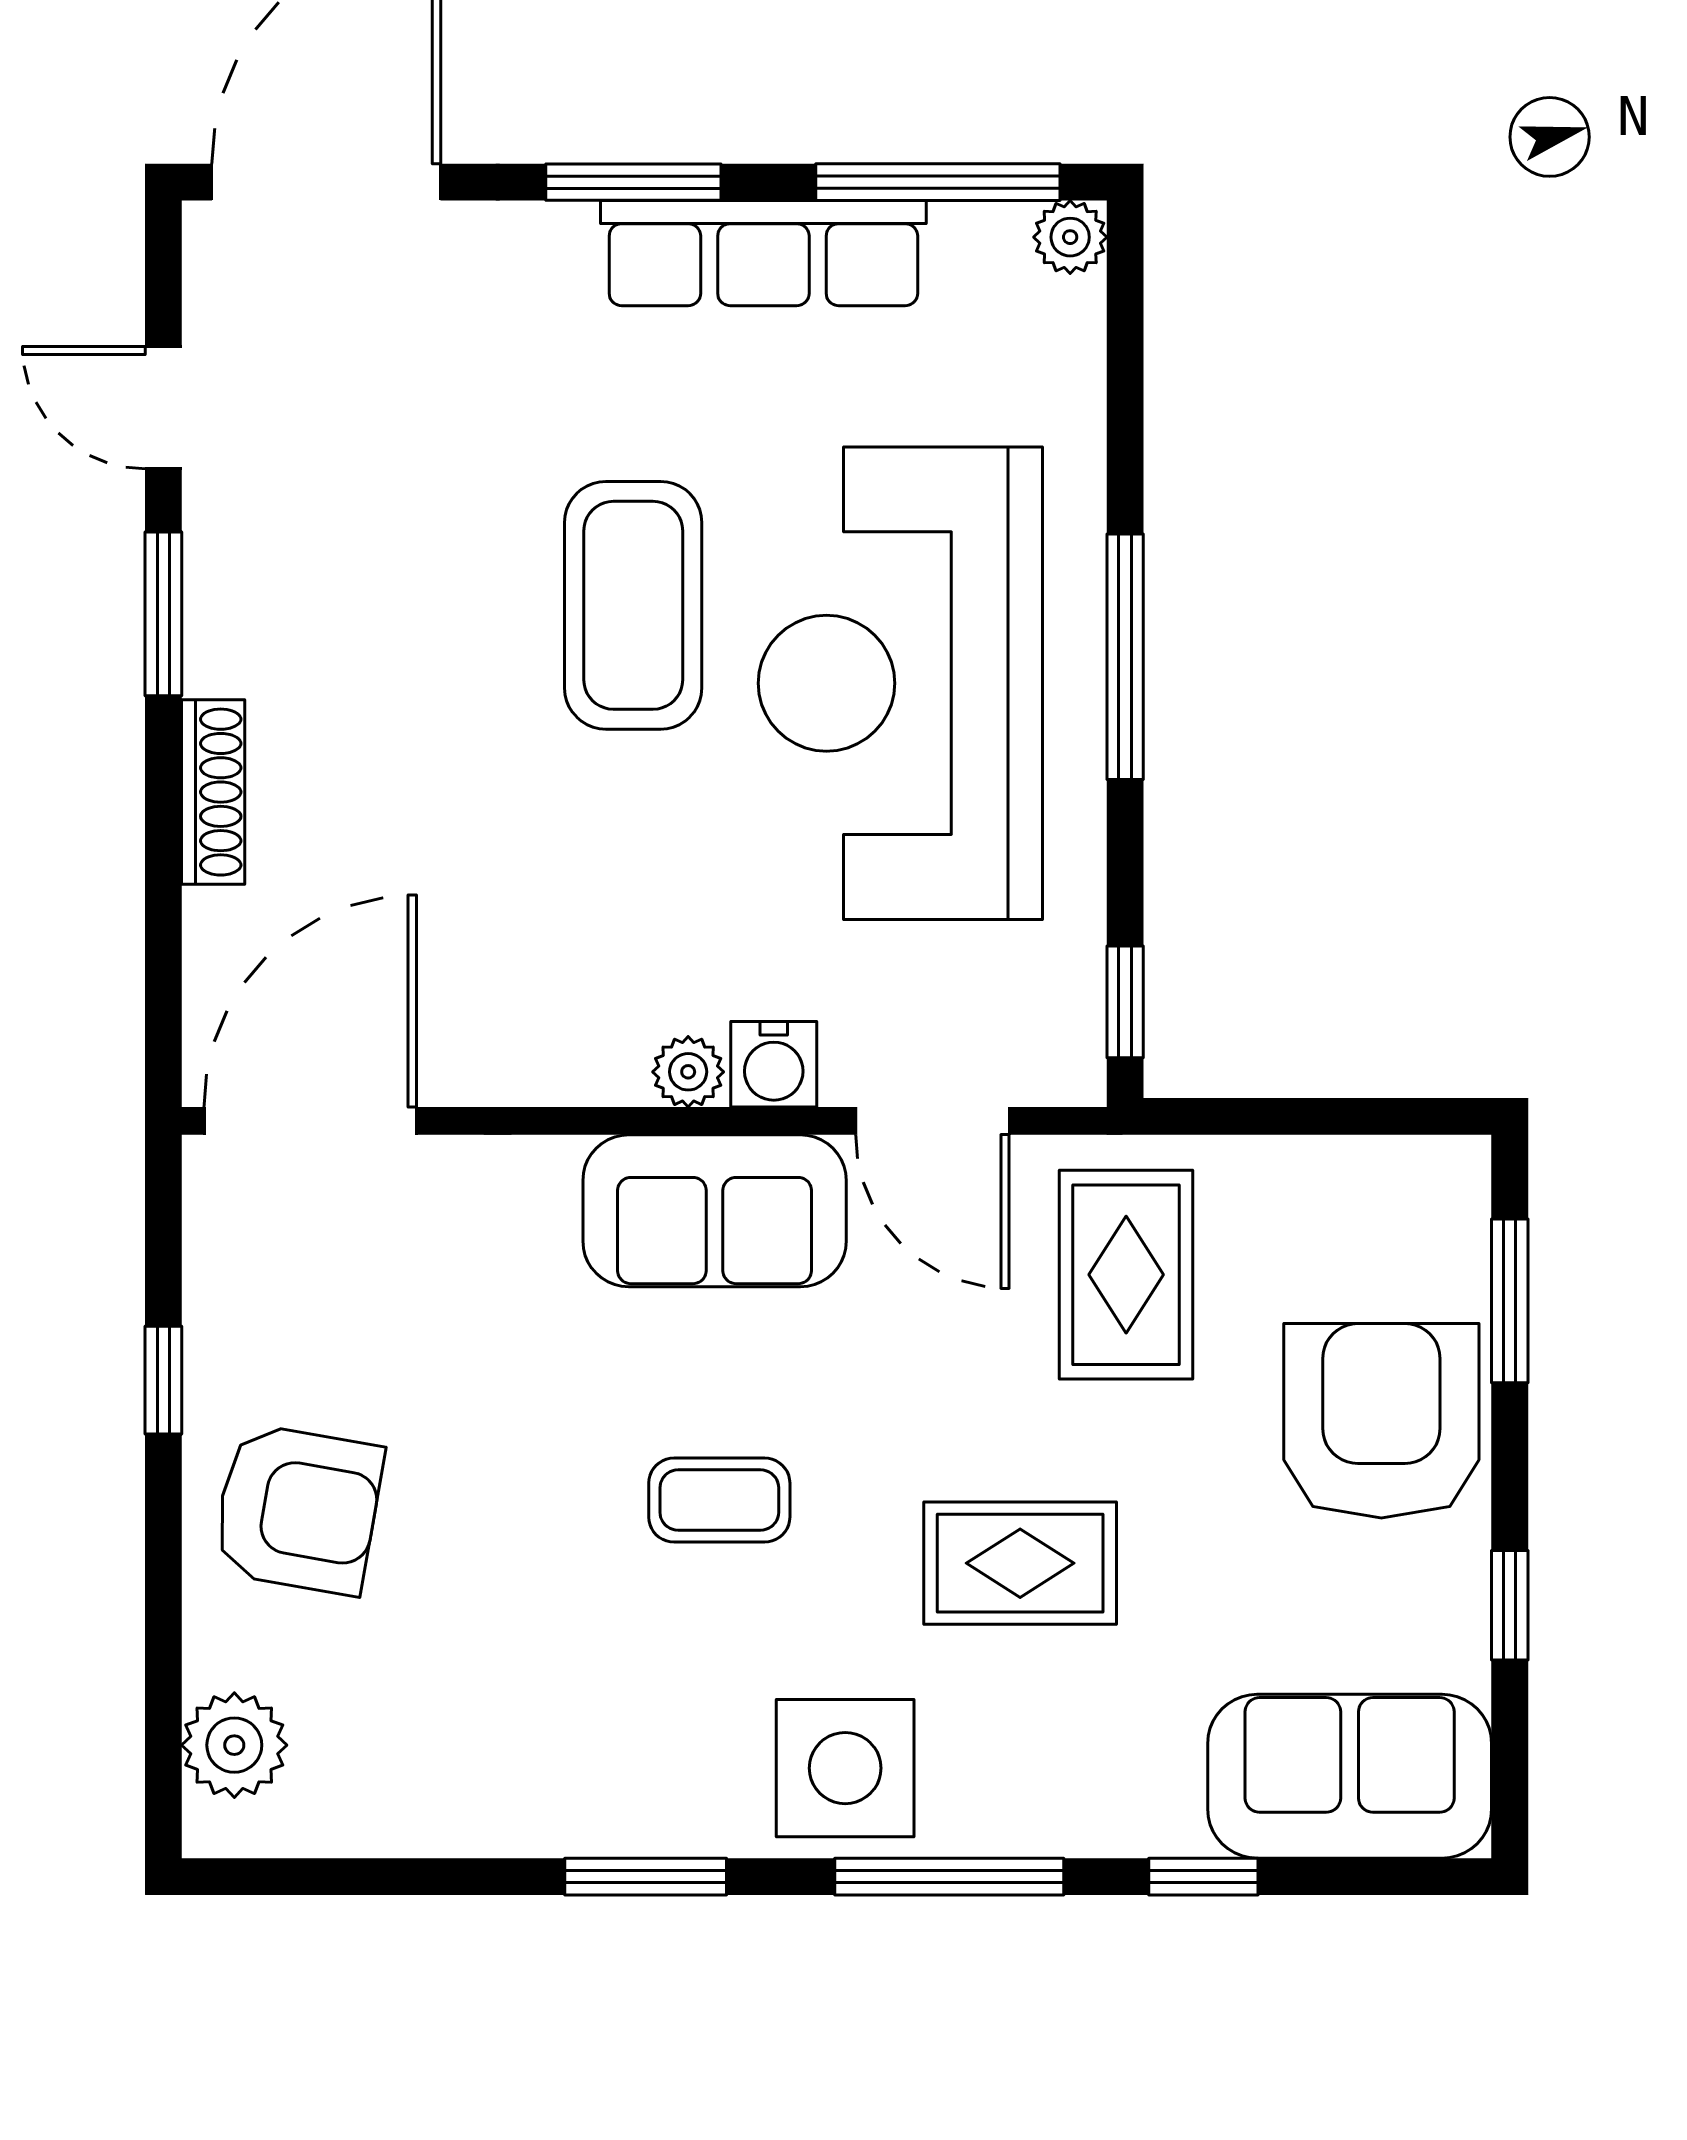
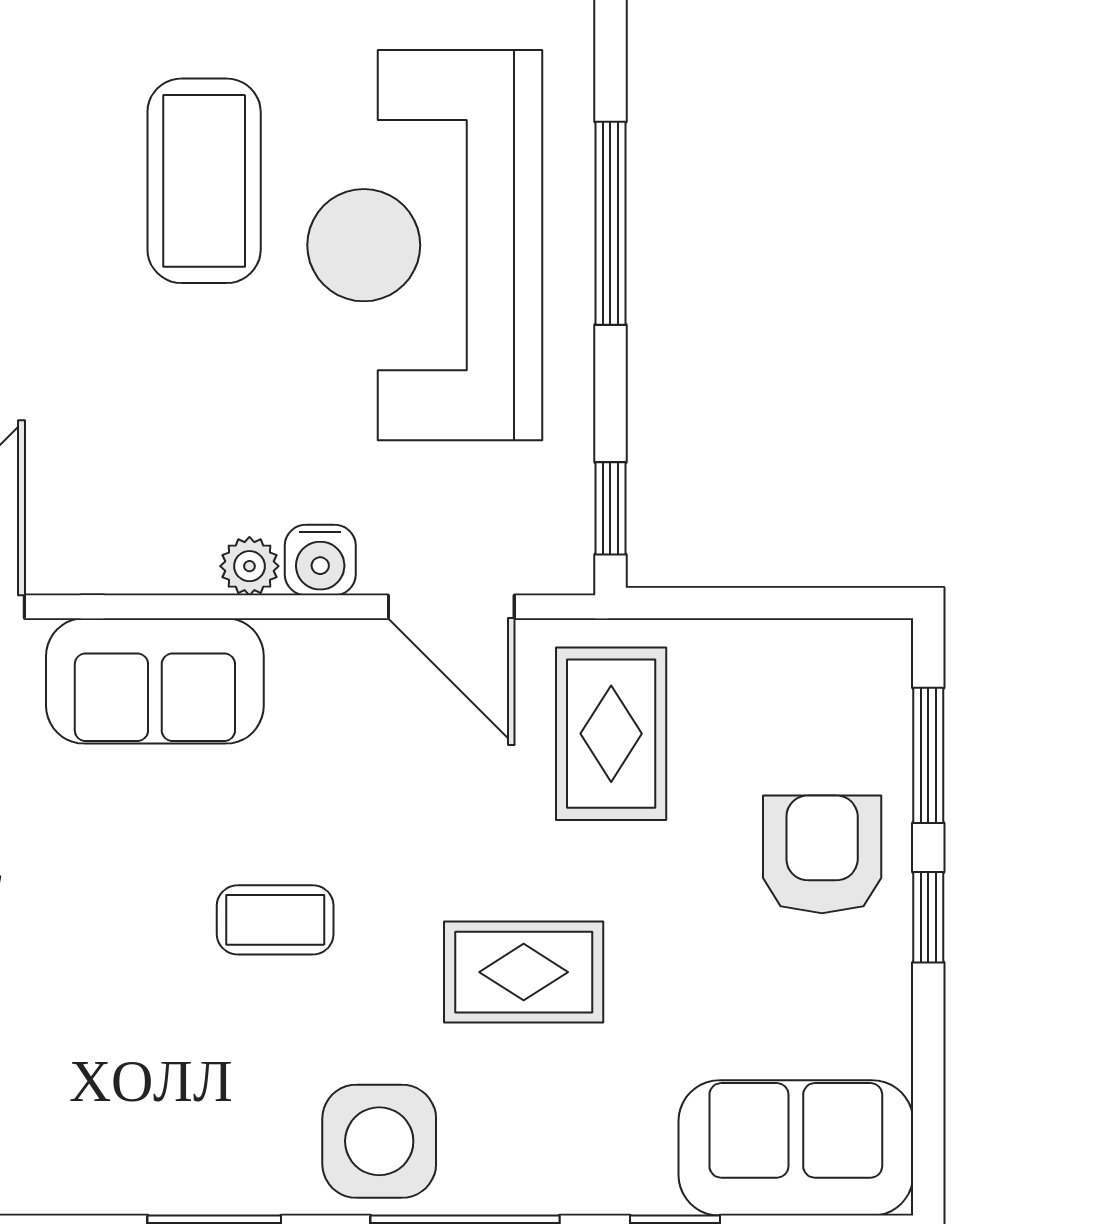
sofa: (715, 1211) -> (155, 681), moved
armchair: (1381, 1421) -> (822, 854), width x0.73, depth x0.73
window: (1510, 1605) -> (928, 917), moved

